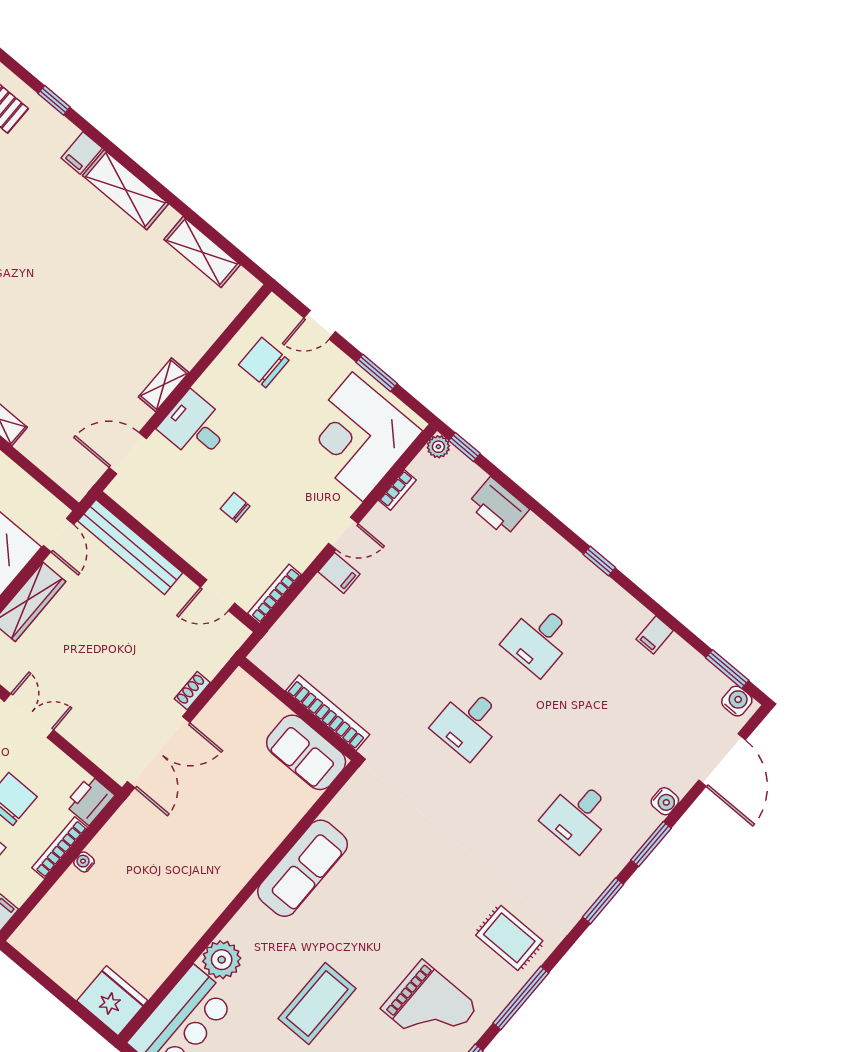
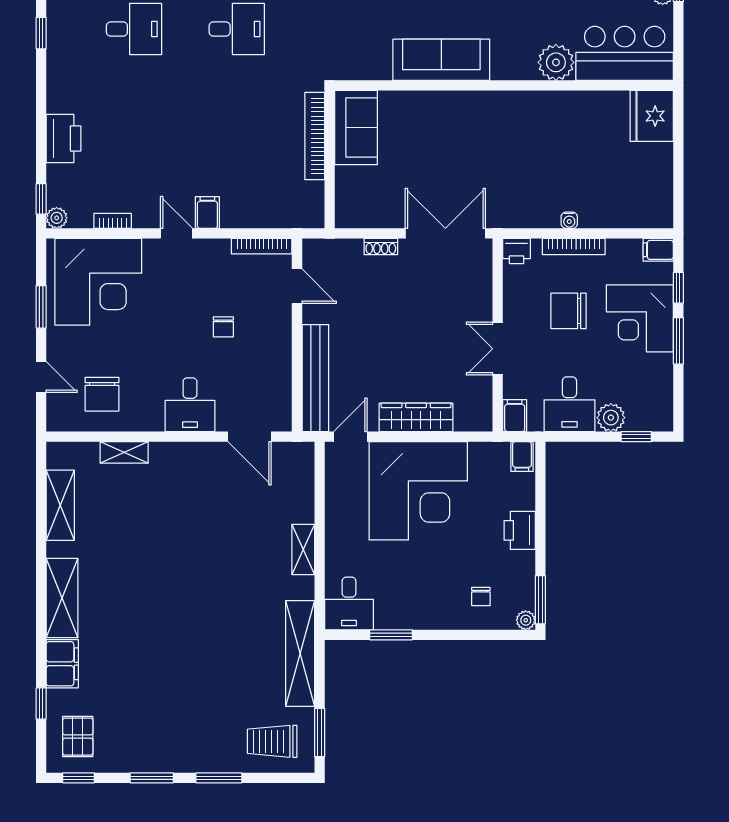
filing cabinet: (82, 153) -> (62, 664), width x2.00
shelving: (164, 385) -> (124, 452), moved
printer: (89, 800) -> (517, 251), width x0.73, depth x0.81

